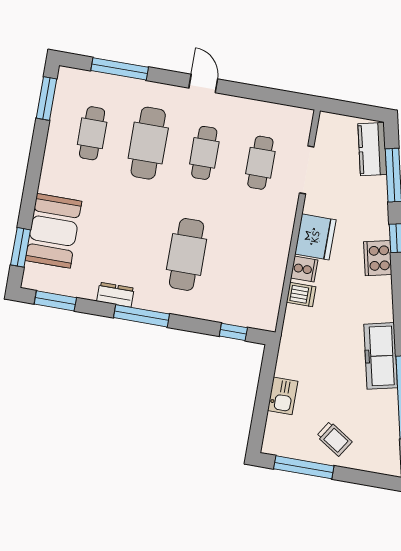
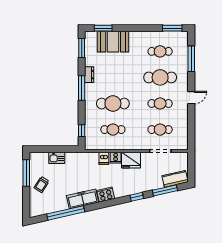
cooker: (378, 258) -> (106, 195), moved
cafe table: (243, 264) -> (113, 130), added

